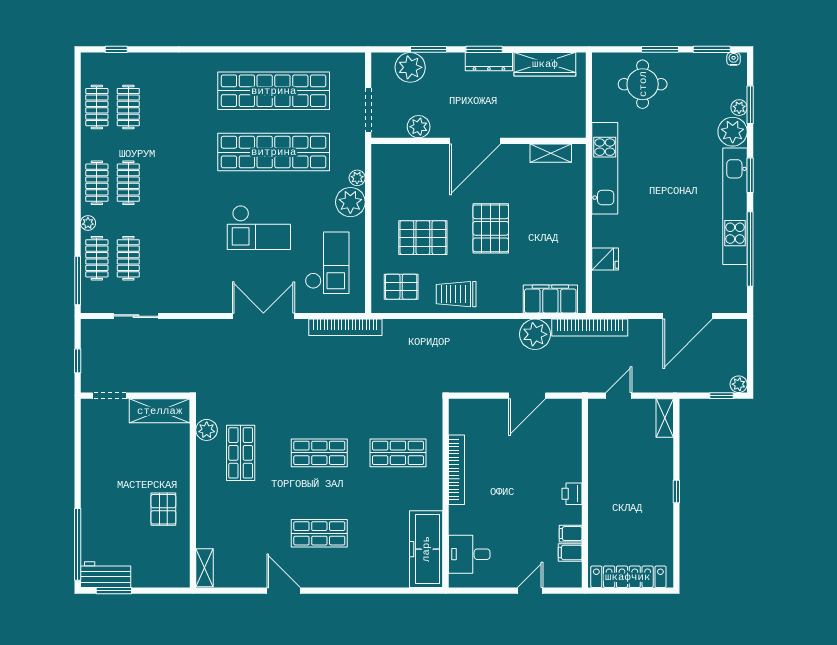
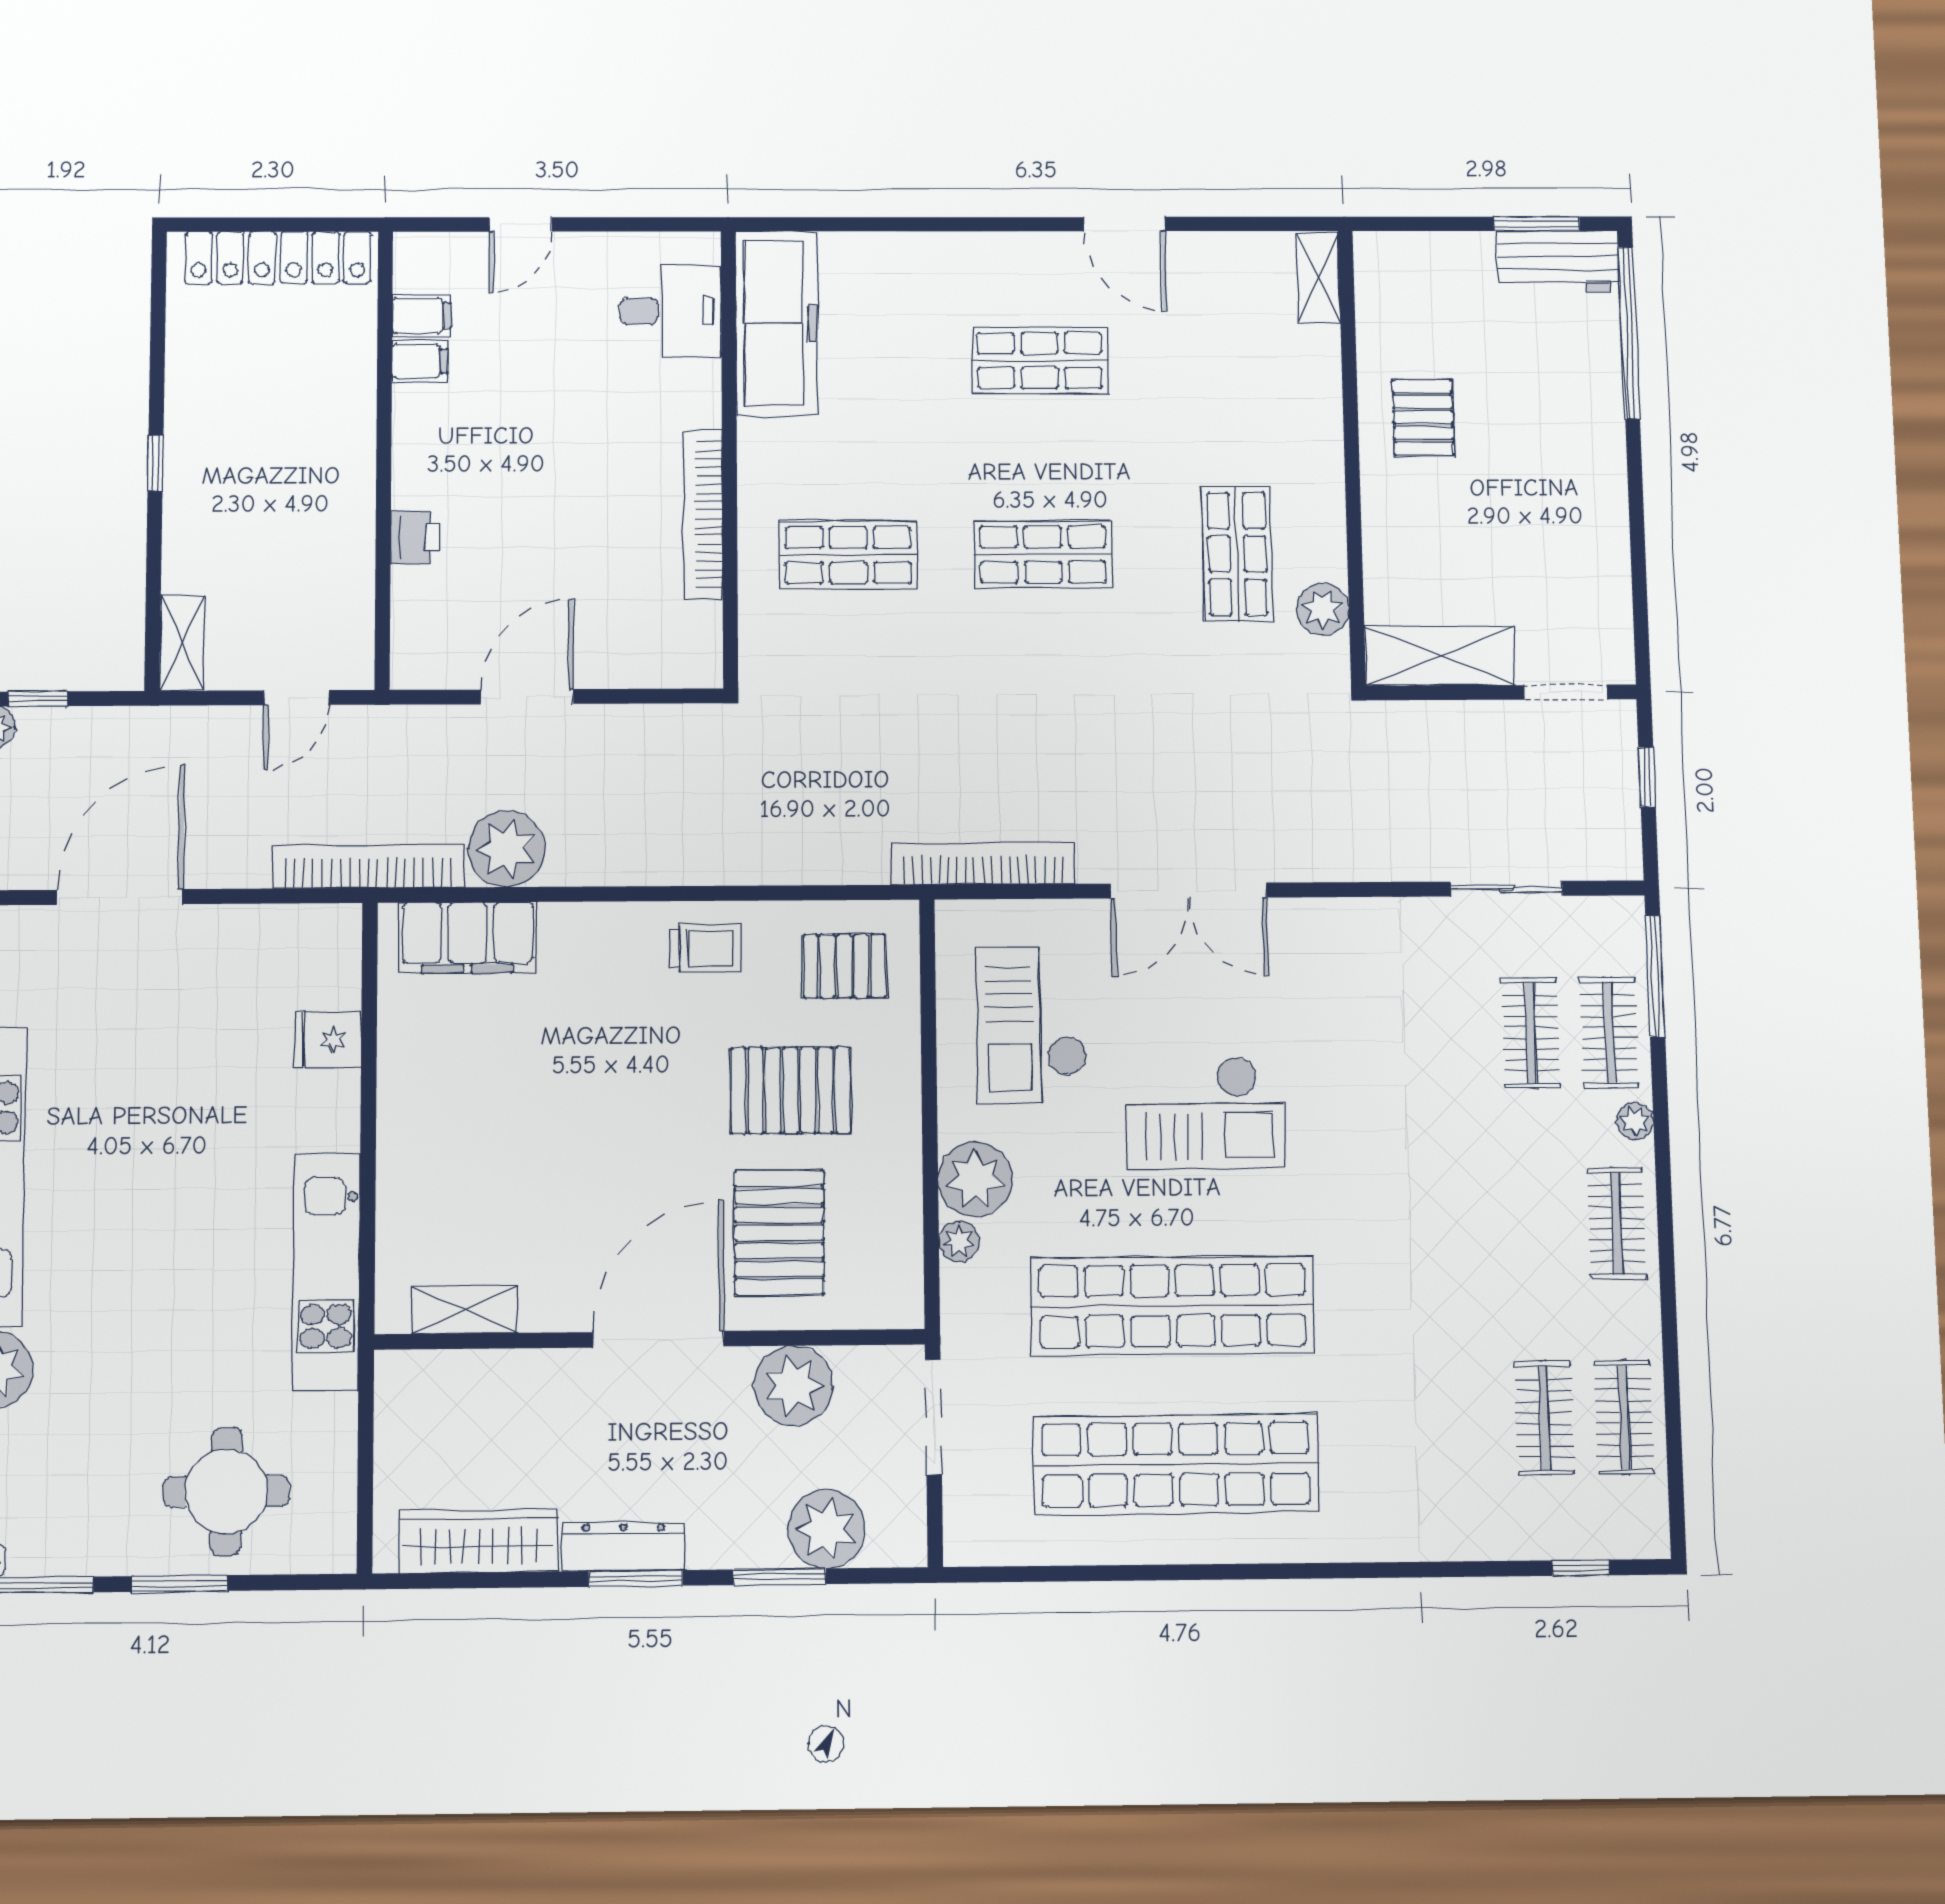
plant: (419, 127) -> (793, 1385), width x1.36, depth x1.36
clothes rail: (128, 183) -> (1538, 1224), removed
checkout: (259, 228) -> (1205, 1113), turned 180
pallet: (491, 228) -> (779, 1233), moved
trolley: (456, 294) -> (706, 948), width x0.73, depth x0.72
printer: (572, 494) -> (415, 537), moved

